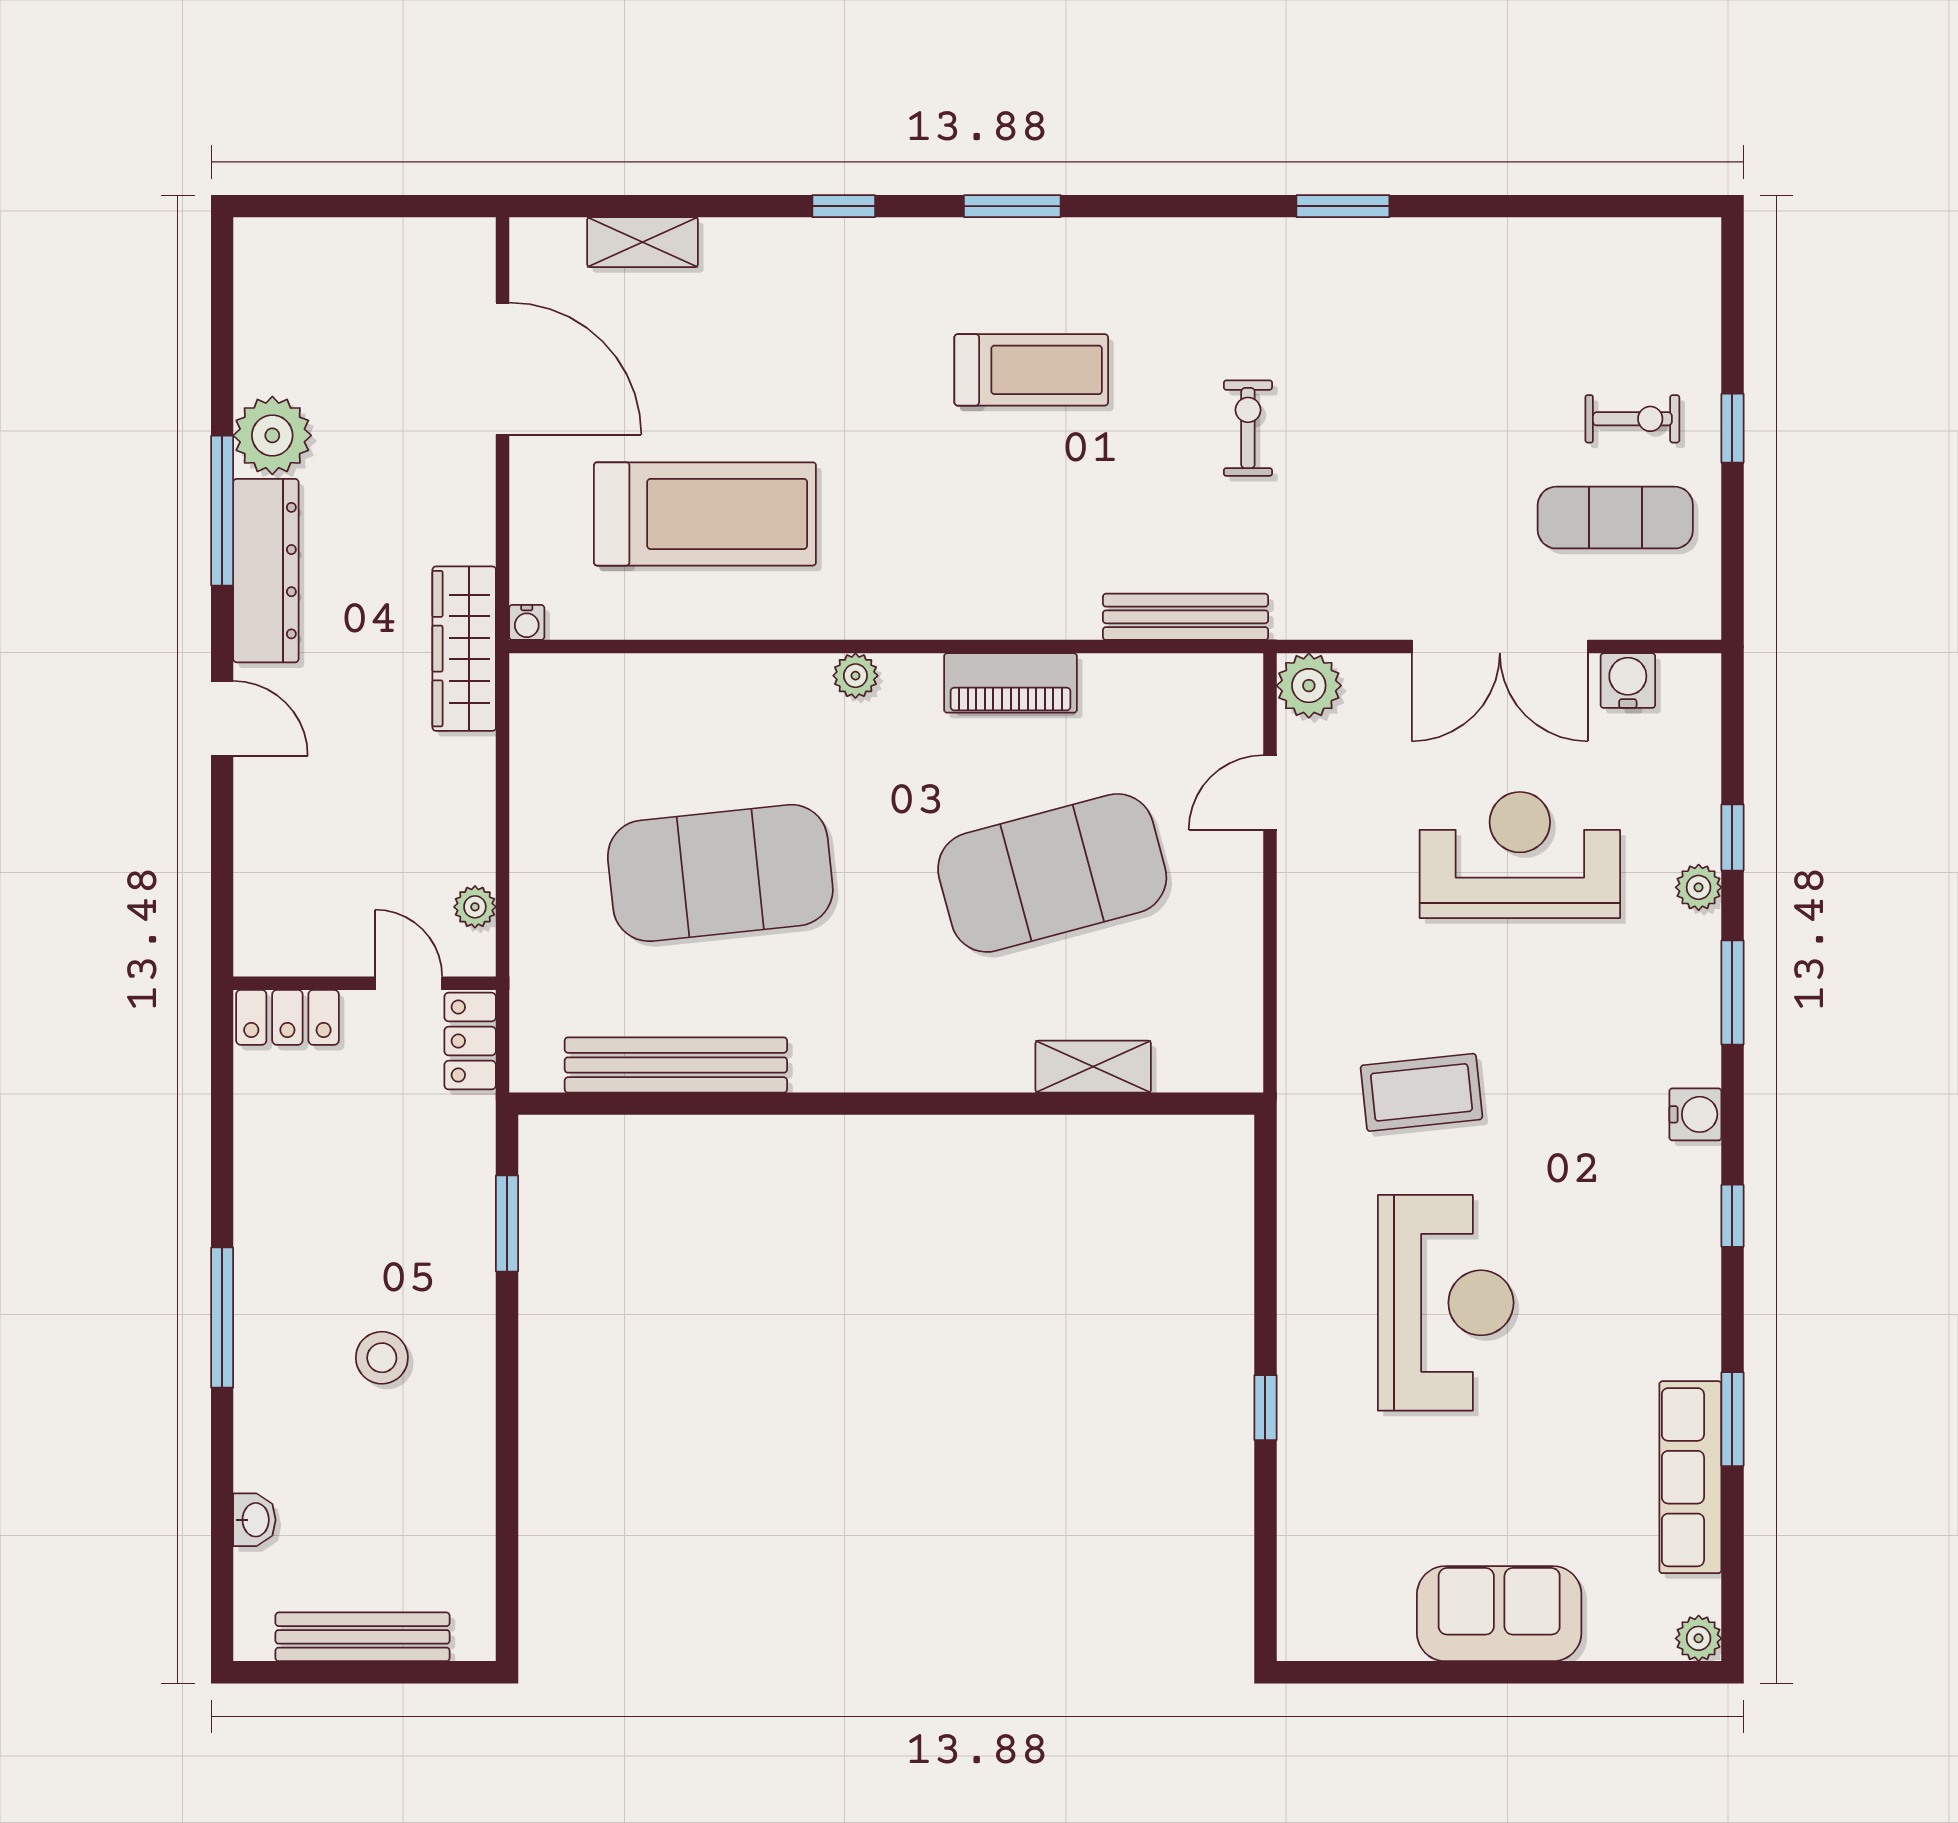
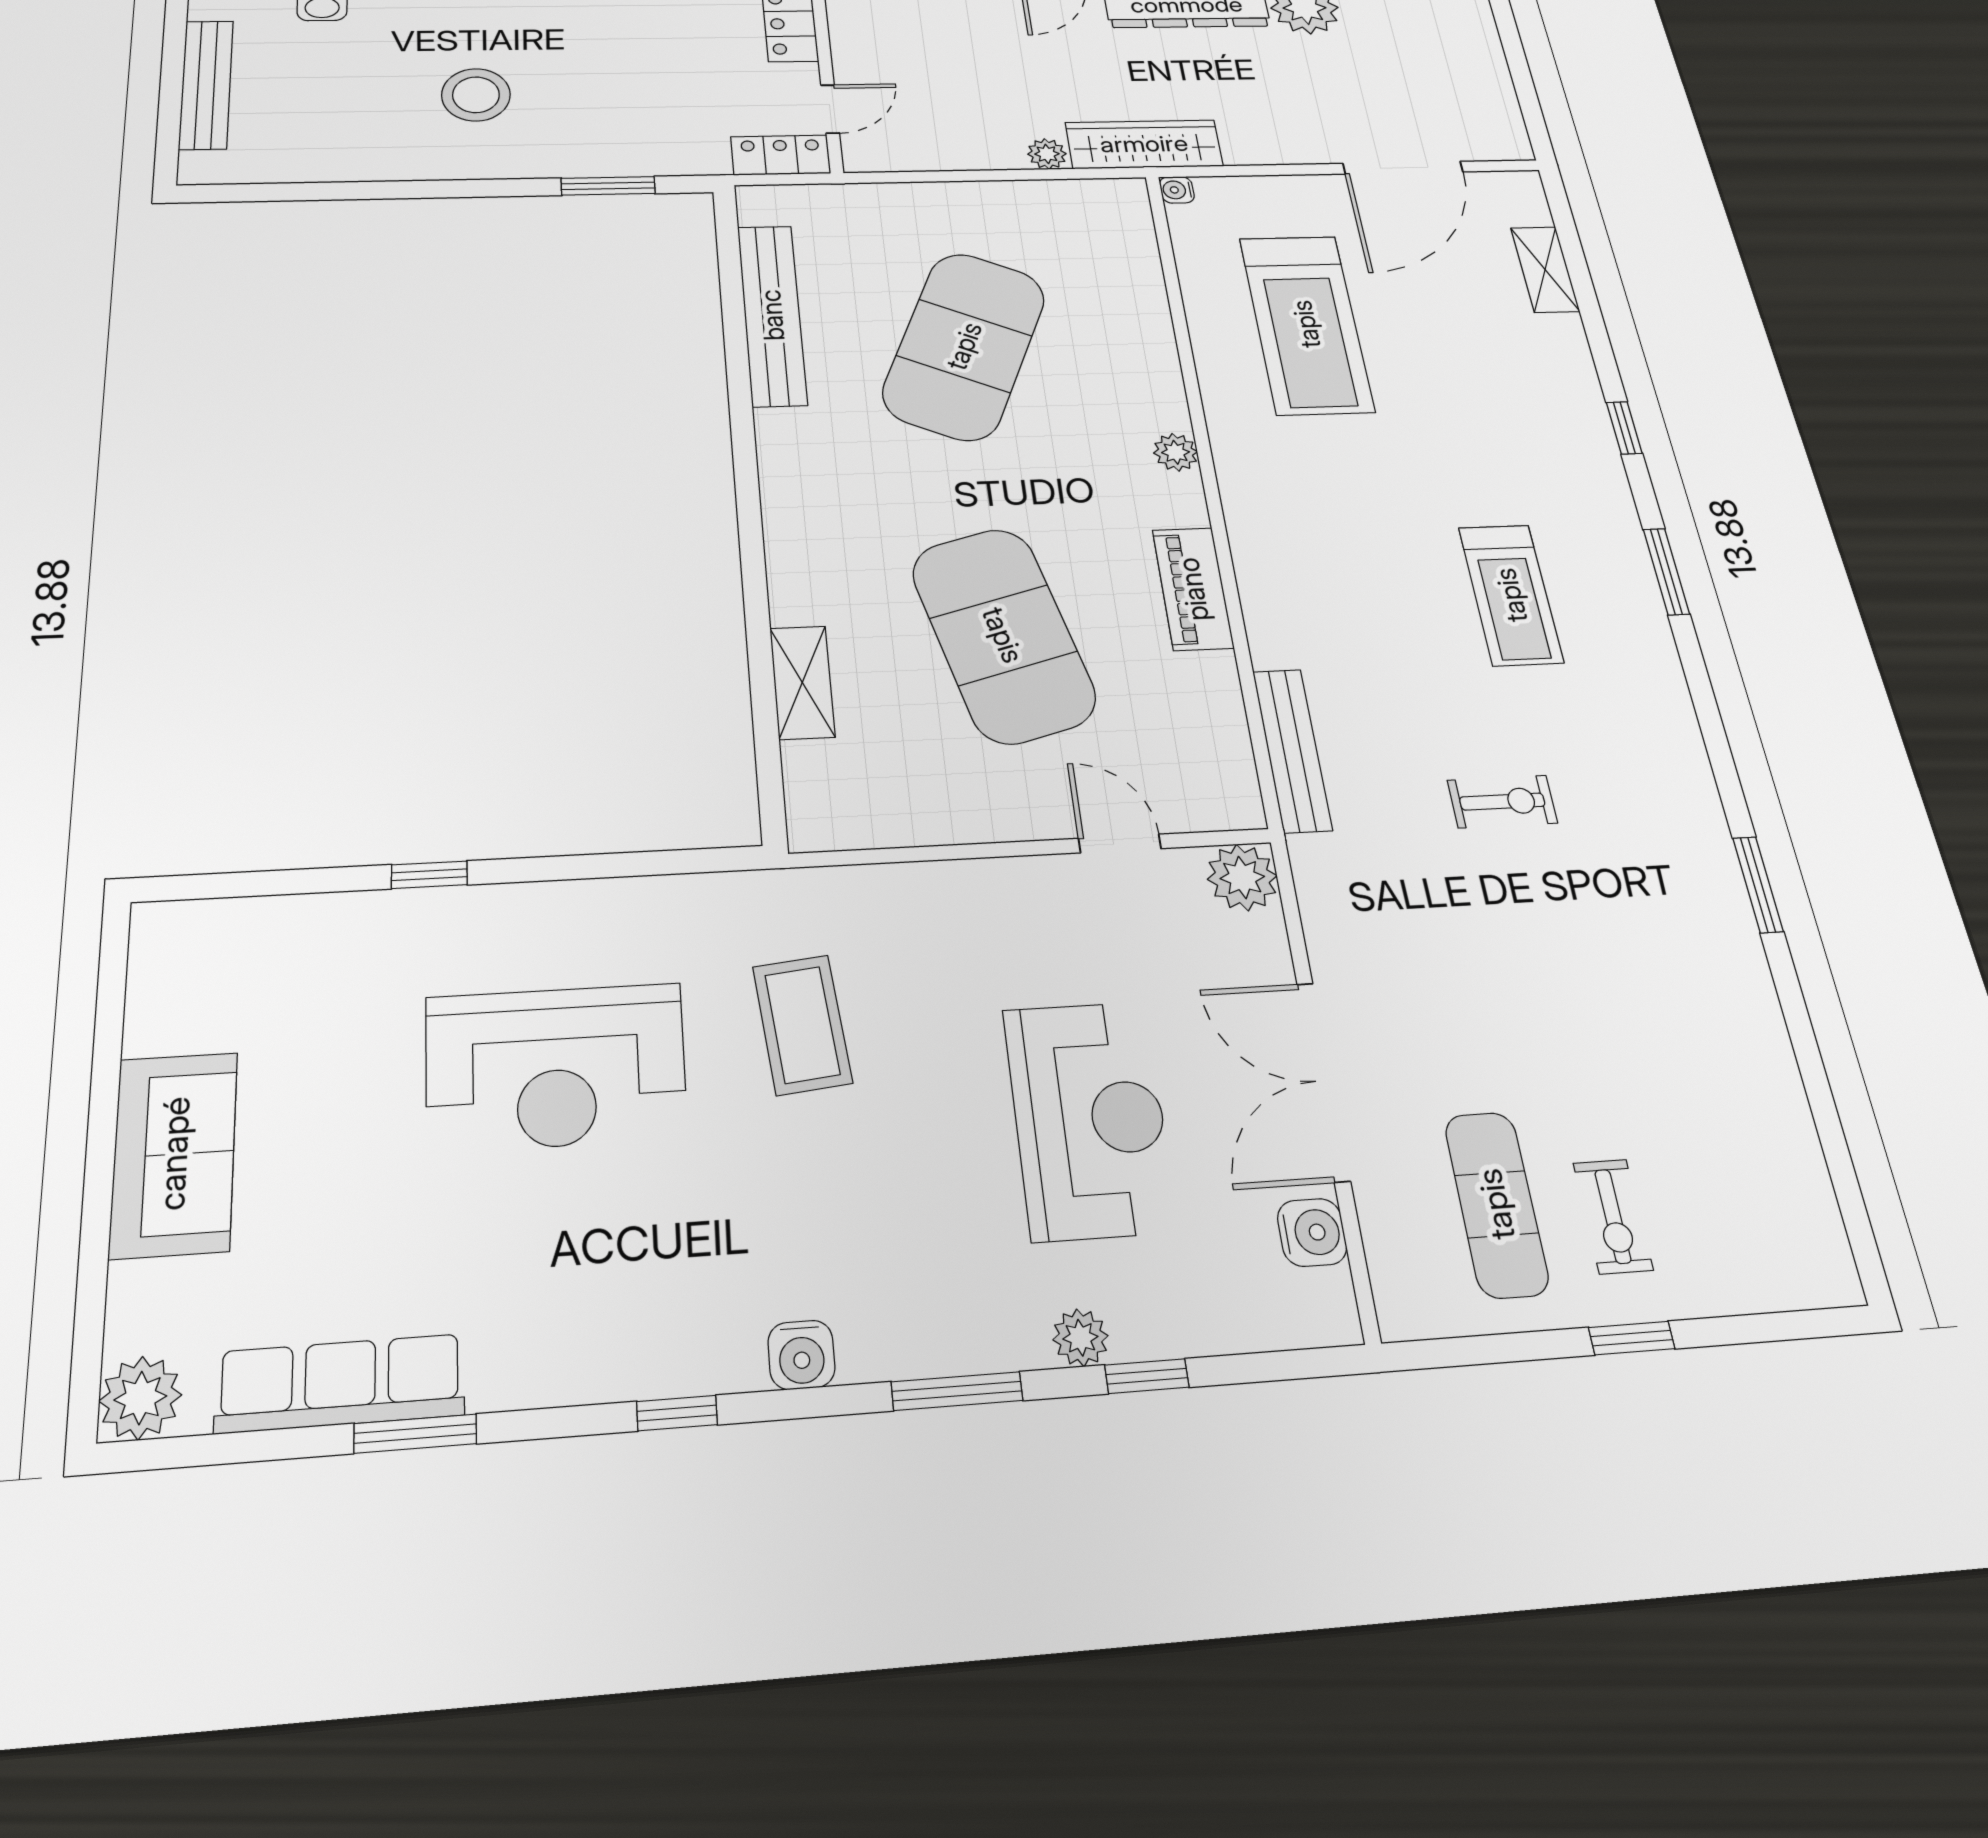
exercise mat: (720, 873) -> (964, 346), turned 30
plant: (475, 907) -> (1047, 154), moved
stool: (382, 1358) -> (476, 95), width x1.38, depth x1.38
plant: (1699, 1638) -> (140, 1398), width x1.38, depth x1.38

